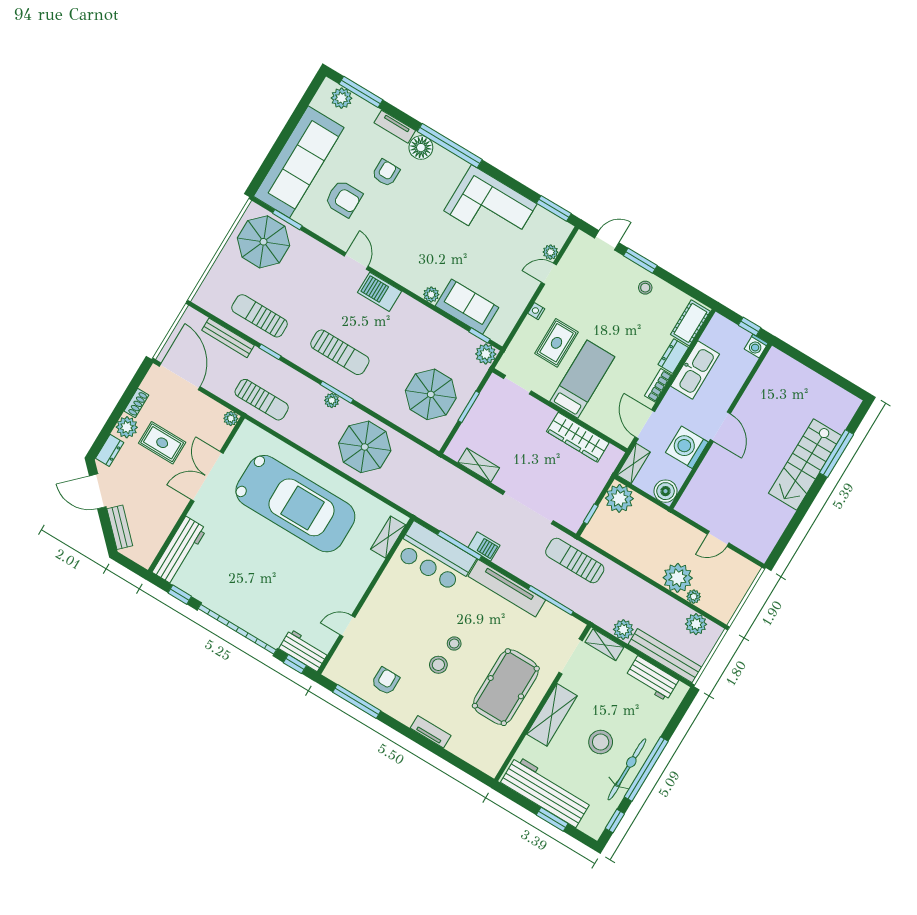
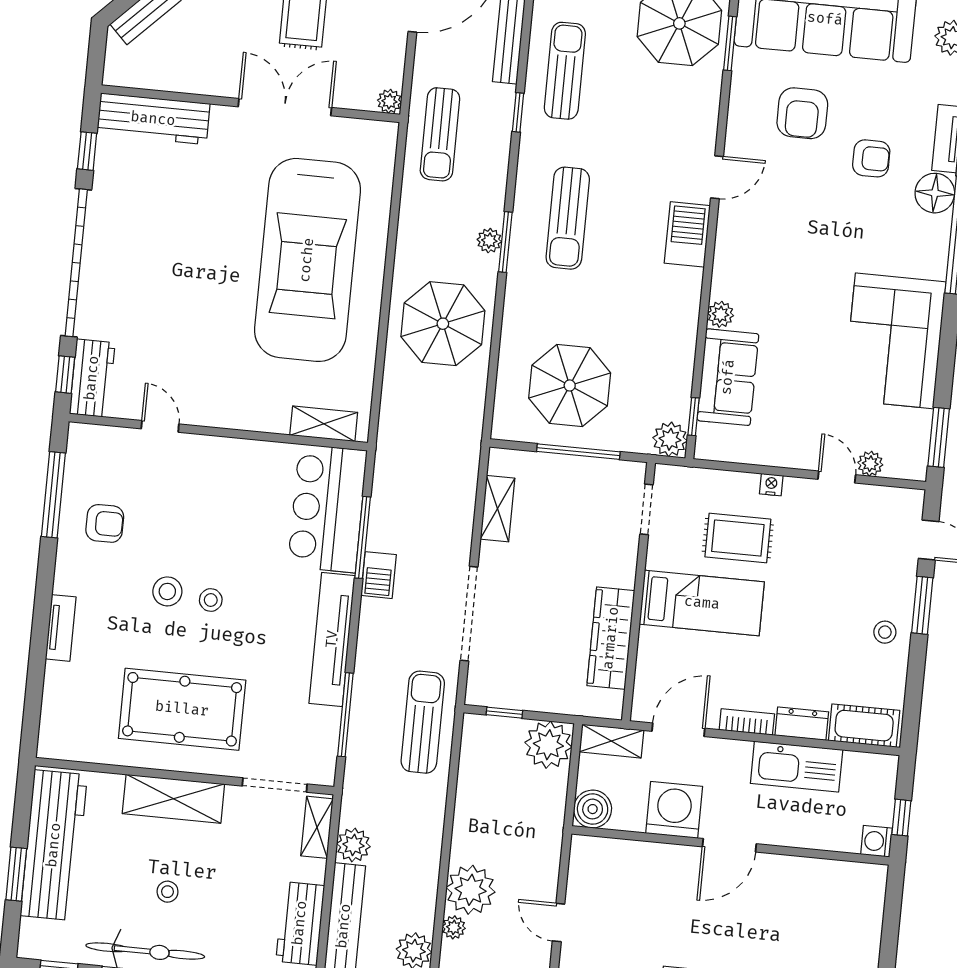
window: (469, 407) -> (578, 452), width x1.44
stool: (601, 742) -> (168, 892), width x0.53, depth x0.53

